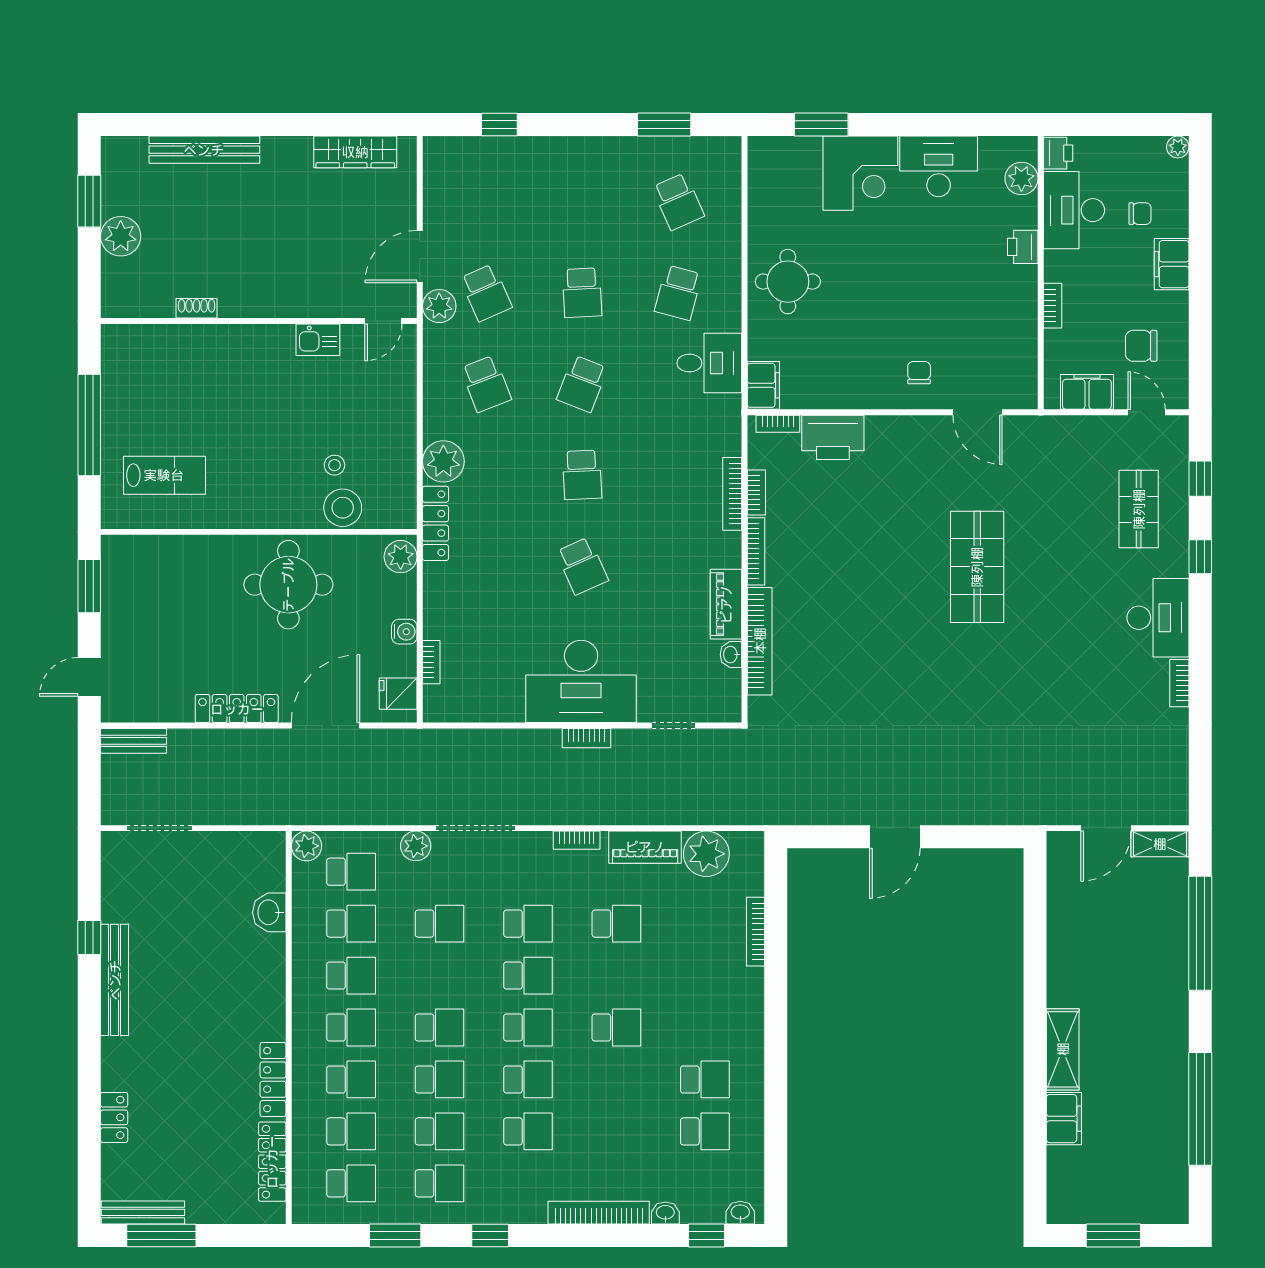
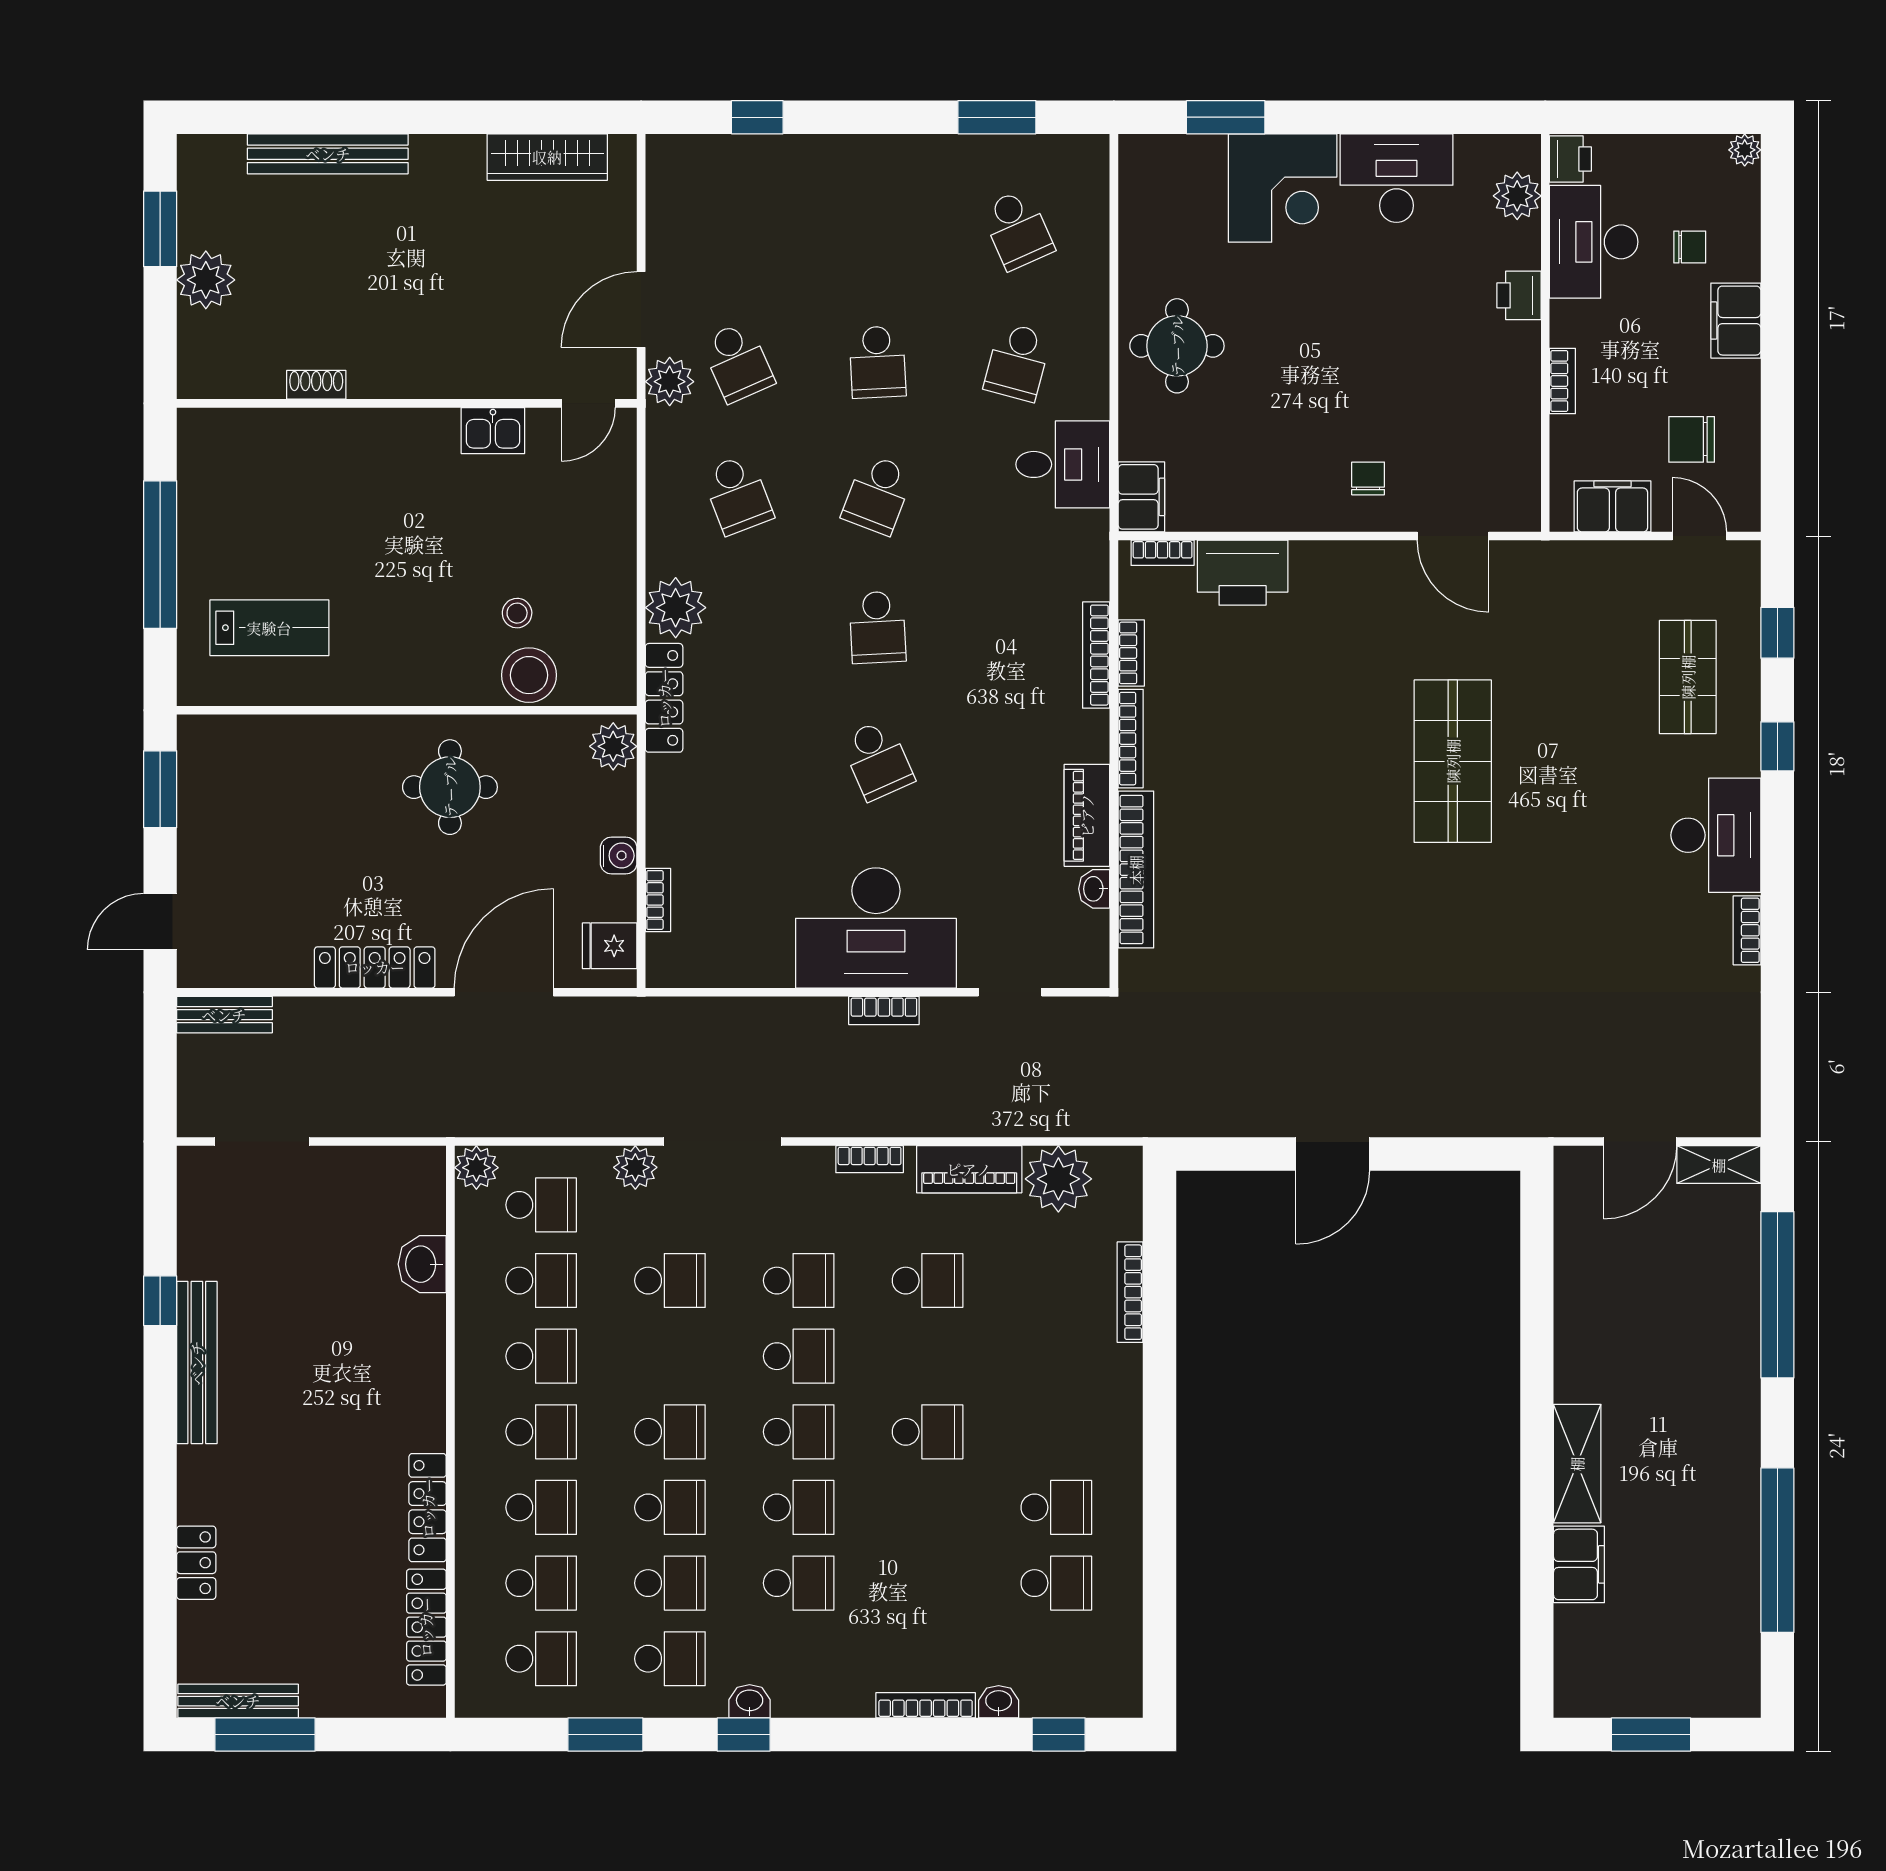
round table: (288, 585) -> (450, 787), width x0.73, depth x0.73
bookcase: (599, 1213) -> (926, 1705), width x0.68, depth x0.76
washbasin: (740, 1213) -> (750, 1701), moved

